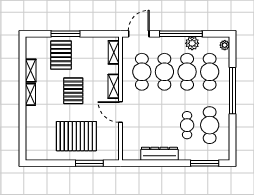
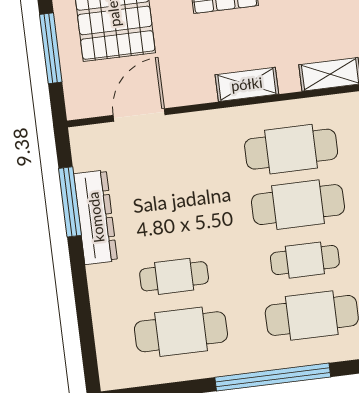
cafe table: (187, 72) -> (305, 260), width x0.73, depth x0.74
door: (121, 112) -> (139, 115), moved
window: (205, 163) -> (70, 202), moved

